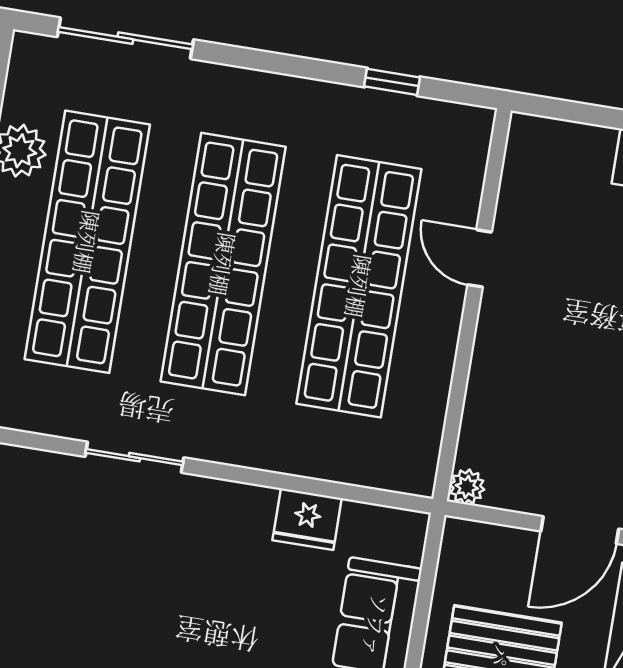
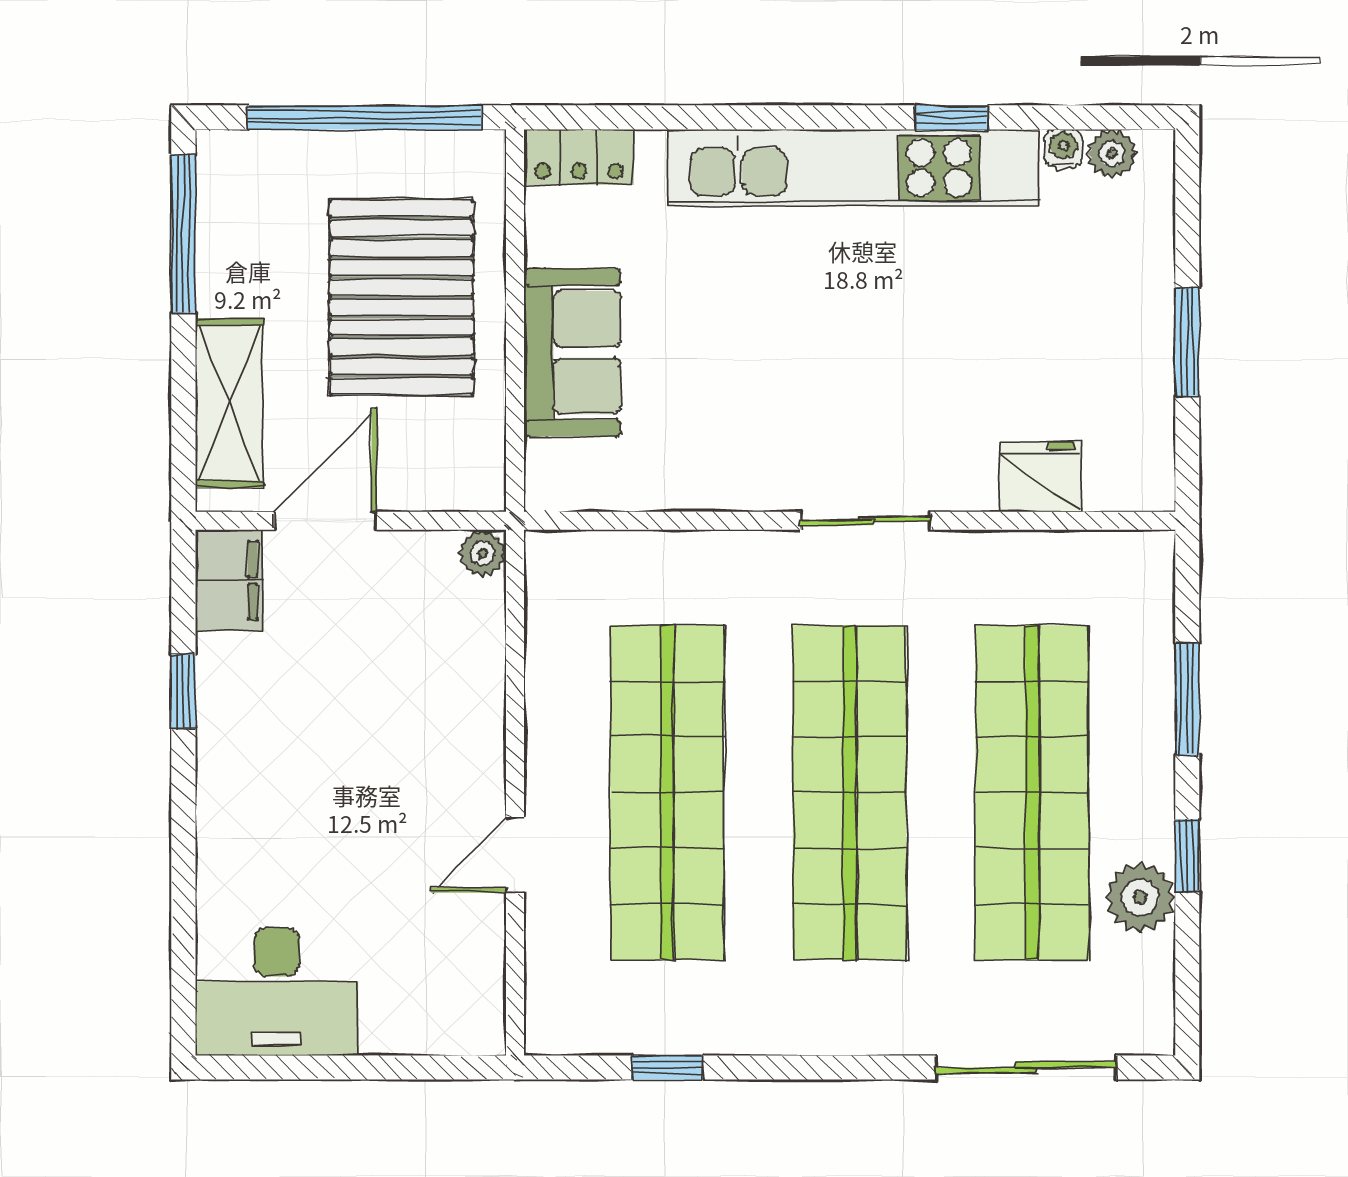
door: (480, 258) -> (515, 855), swing flipped
sliding door: (134, 457) -> (865, 521), moved
fridge: (307, 519) -> (1040, 477), moved

